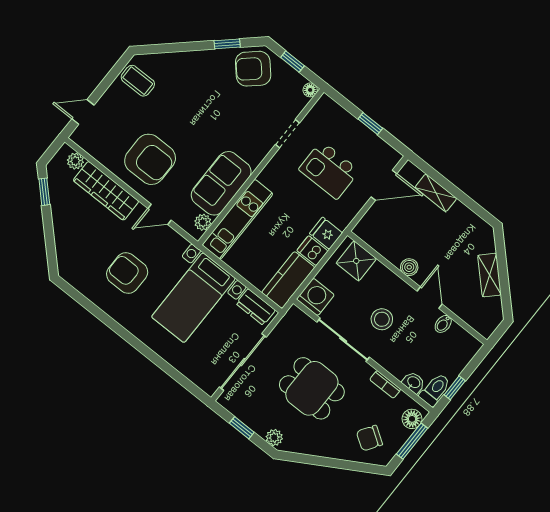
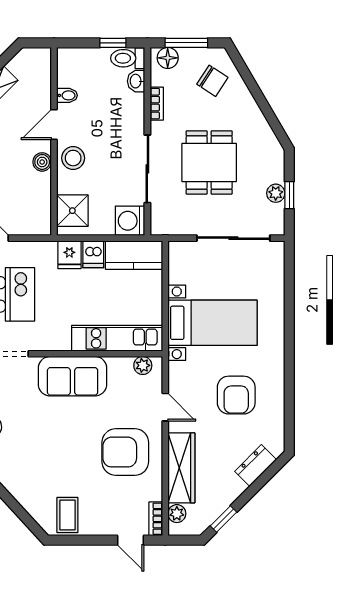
bookcase: (84, 143) -> (156, 519), added
armchair: (150, 159) -> (125, 452), turned -90
sofa: (221, 183) -> (73, 376), moved
dresser: (256, 307) -> (256, 465), moved, turned -135
stool: (382, 319) -> (73, 158), moved
plant: (274, 438) -> (276, 193), moved

